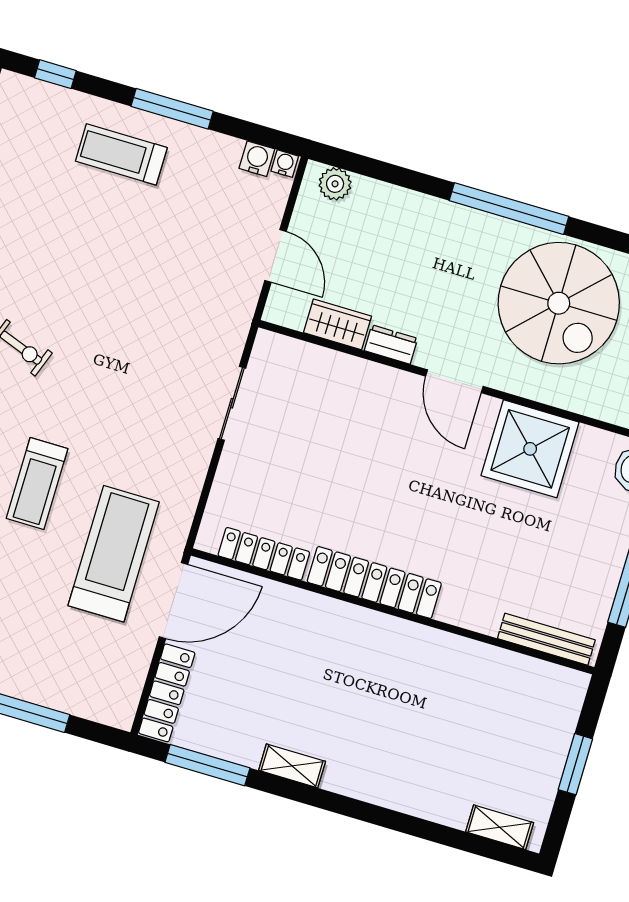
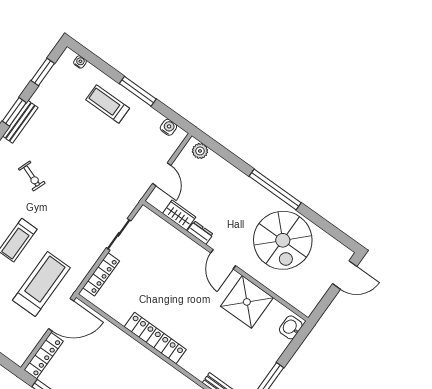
window: (55, 74) -> (90, 57), removed
water cooler: (285, 164) -> (80, 62), moved
locker: (264, 554) -> (101, 274), moved, turned 90

